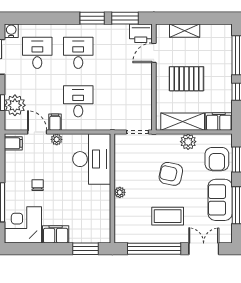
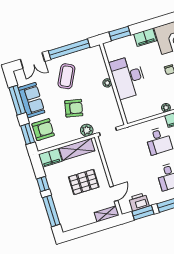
shelving: (185, 31) -> (107, 214), moved
printer: (141, 33) -> (139, 202), moved
plant: (188, 142) -> (87, 130), moved
desk: (92, 159) -> (128, 77), moved
armchair: (217, 159) -> (43, 130), turned 90
coffee table: (168, 216) -> (66, 76), turned -63

